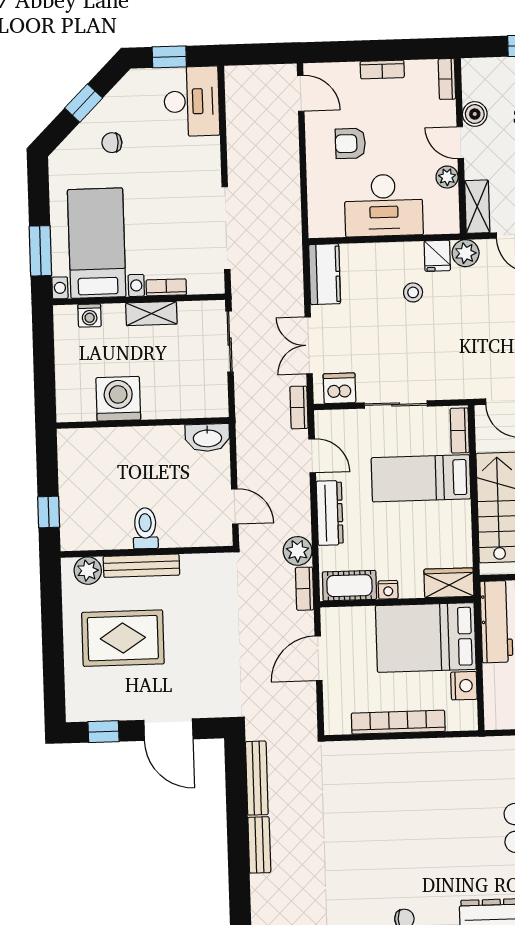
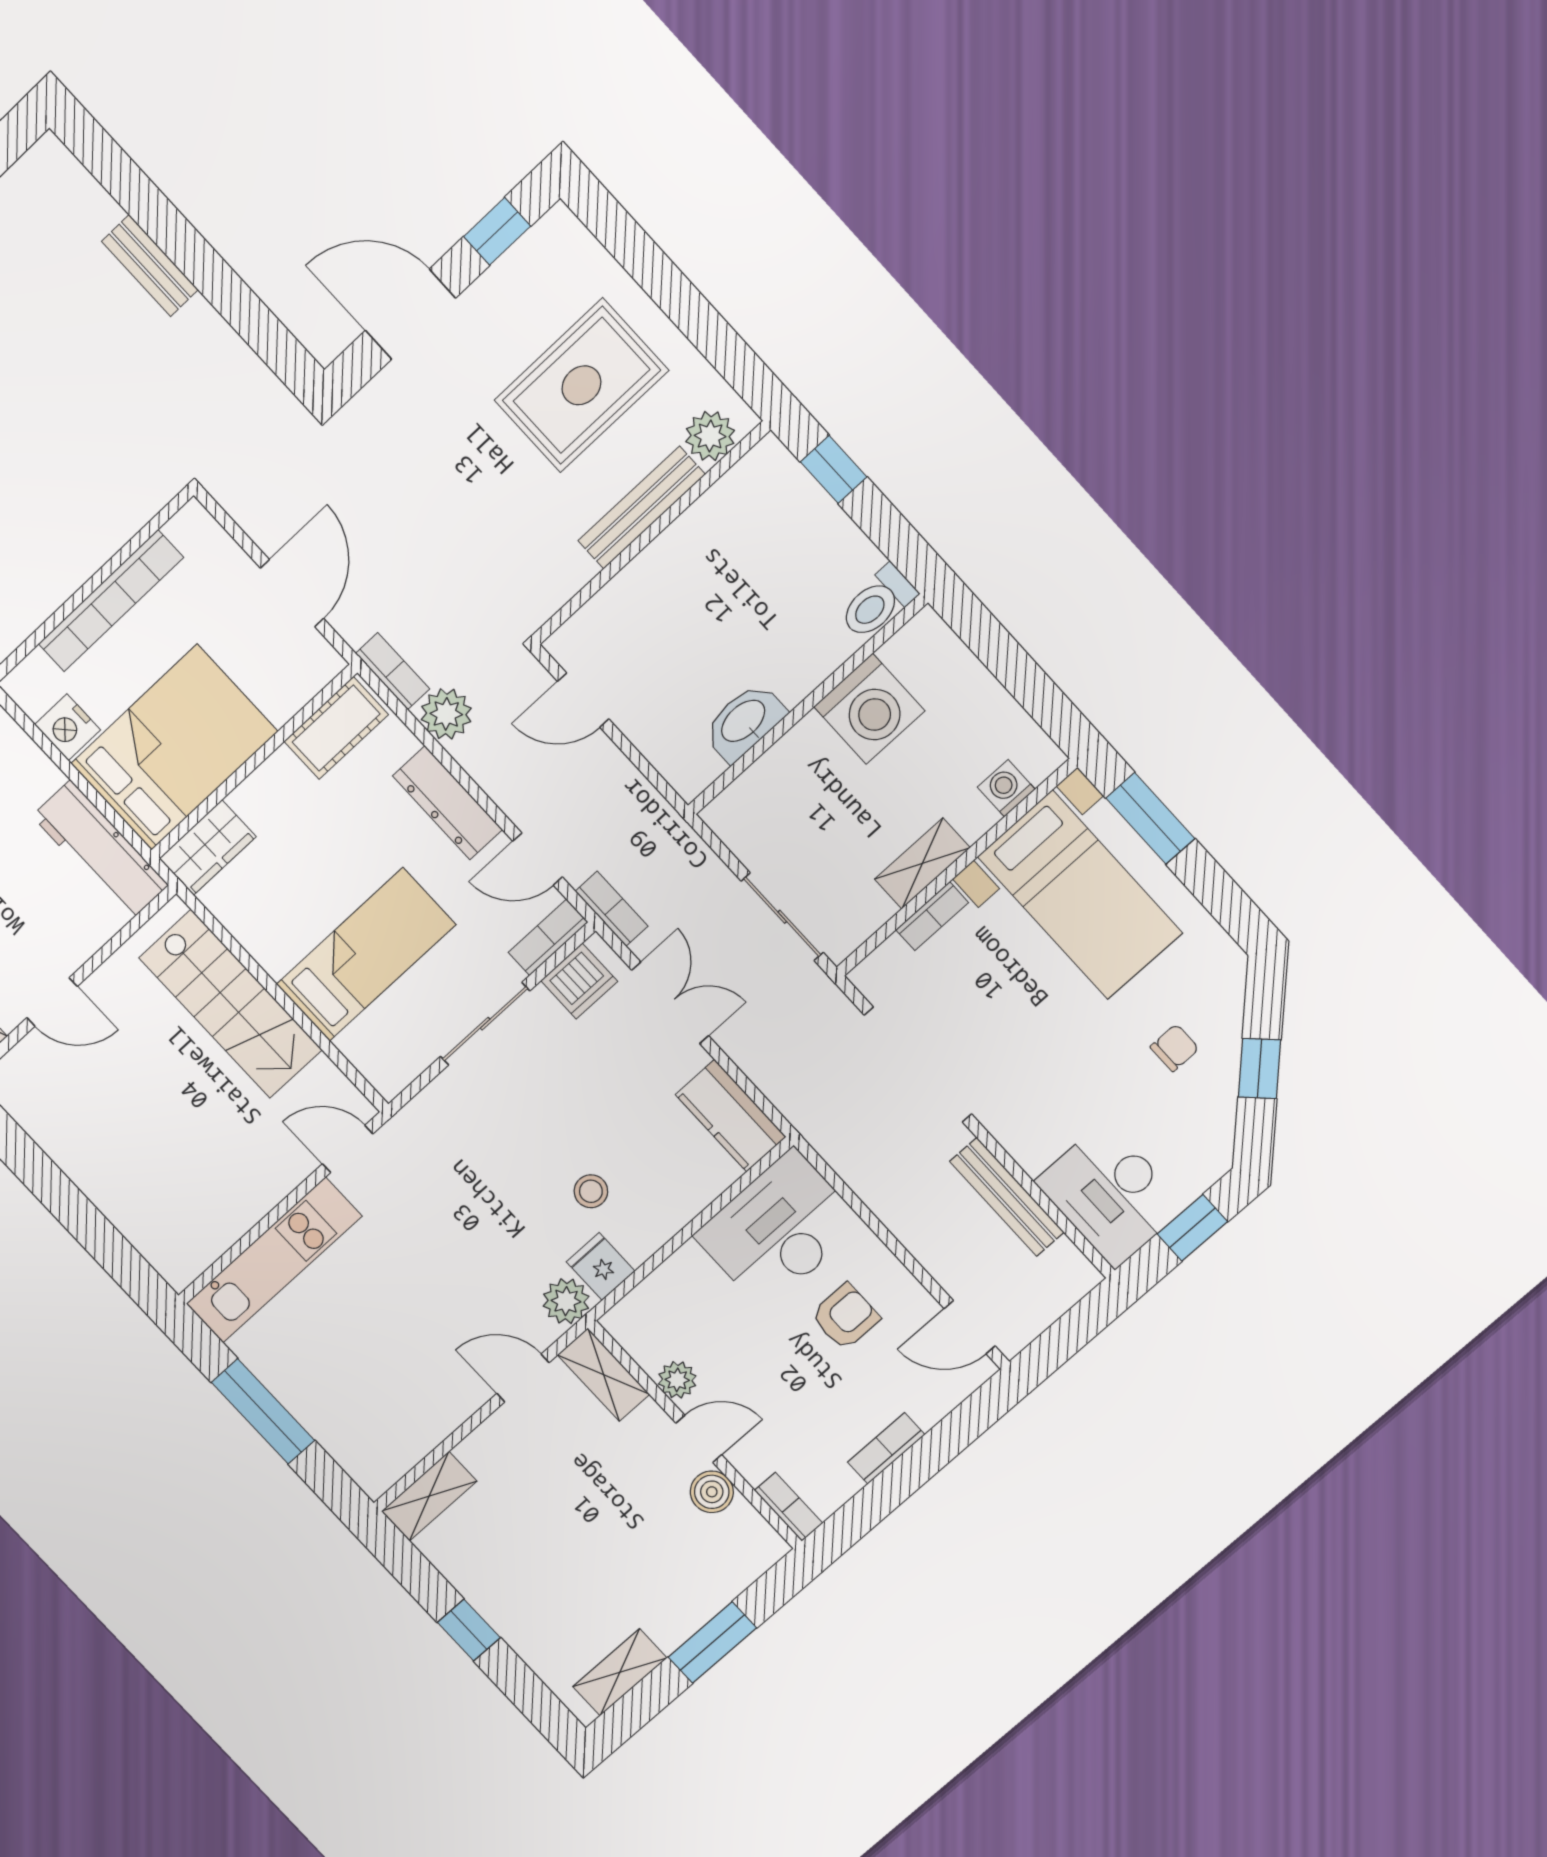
desk: (384, 205) -> (779, 1229), moved
bookcase: (460, 430) -> (548, 937), moved, turned -90
washbasin: (207, 438) -> (744, 722), moved
toilet: (145, 528) -> (878, 603), moved, turned 90
nightstand: (388, 590) -> (280, 768), removed
bench: (257, 778) -> (1007, 1197), moved

